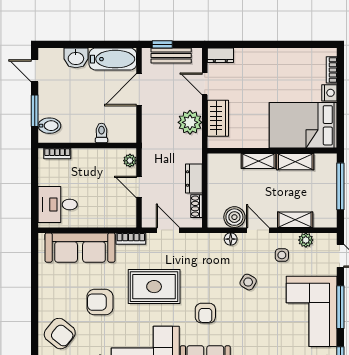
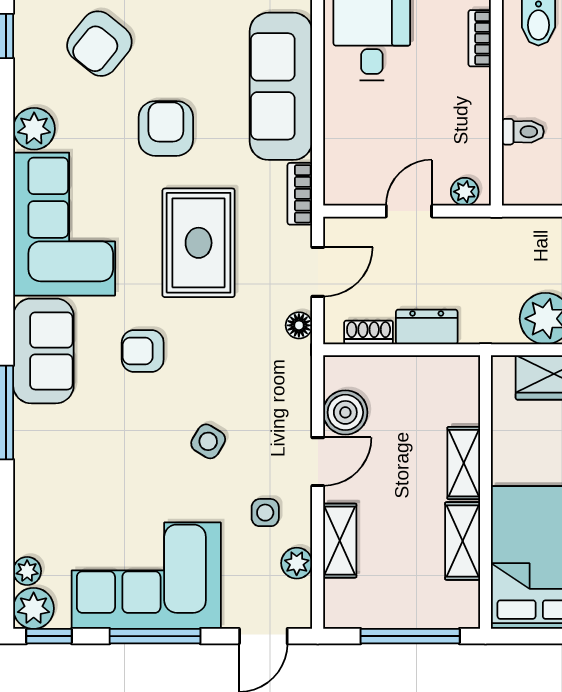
floor lamp: (231, 239) -> (299, 325), moved

